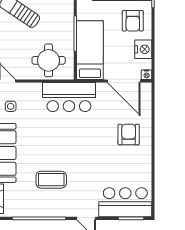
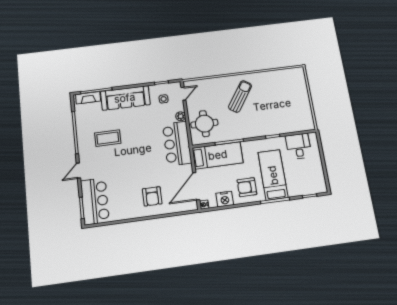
plant: (36, 88) -> (181, 116), added
armchair: (129, 134) -> (152, 196), turned 90
coffee table: (51, 180) -> (108, 138), turned 90

